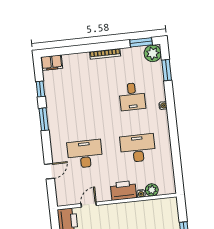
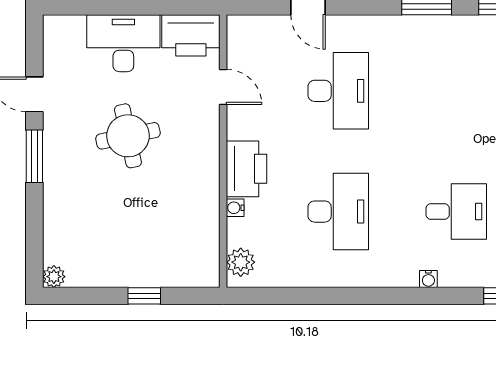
desk: (132, 97) -> (456, 212), turned 180
plant: (152, 190) -> (241, 262), moved

